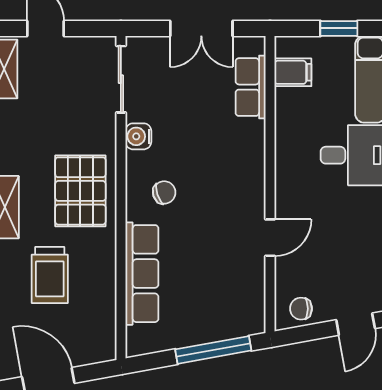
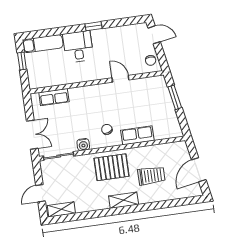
double door: (201, 28) -> (32, 135), moved
filing cabinet: (293, 72) -> (45, 79), removed
row of seats: (142, 274) -> (137, 135), width x0.68
window: (213, 350) -> (175, 97), width x0.69

